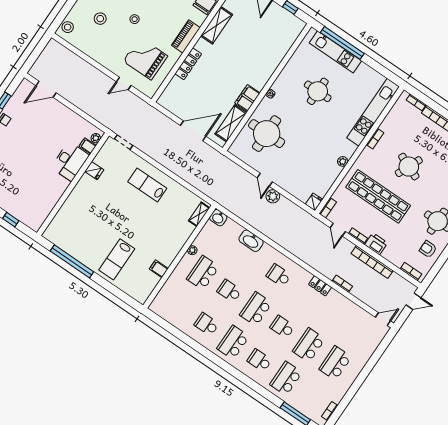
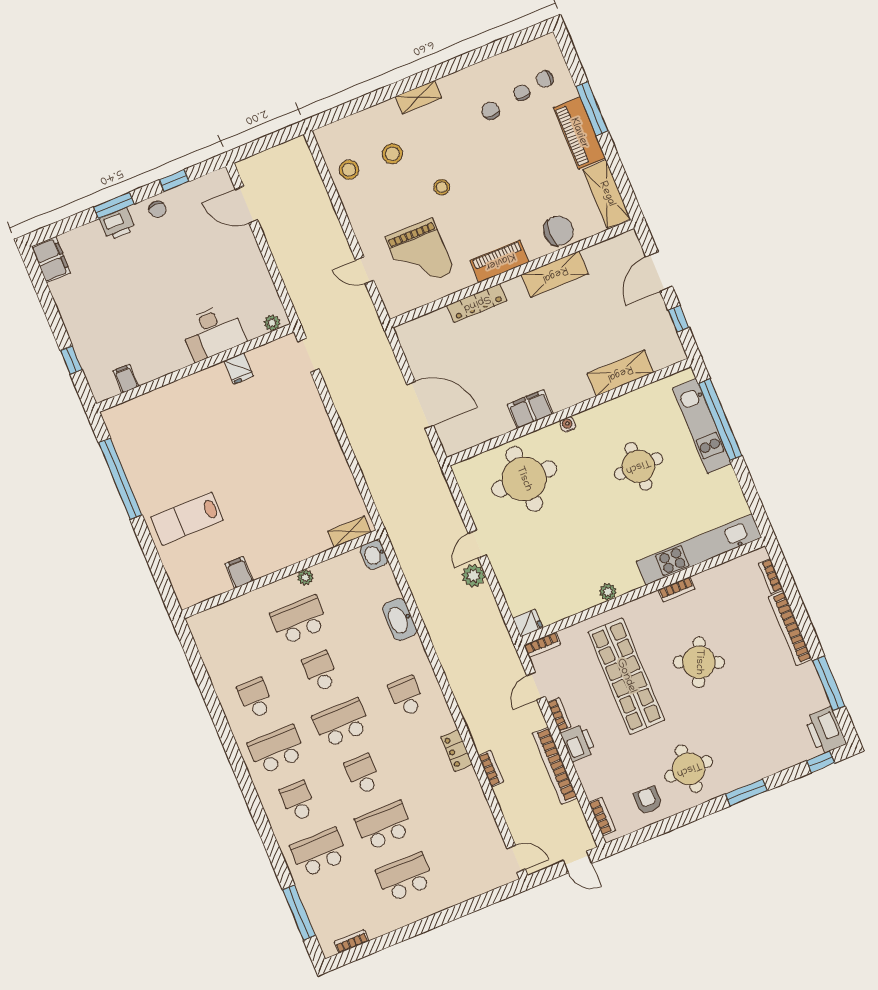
stool: (68, 27) -> (349, 170), moved
grand piano: (145, 58) -> (420, 254), turned 180
shelving: (231, 123) -> (620, 373), moved
filing cabinet: (88, 146) -> (126, 379), moved
lab bench: (147, 185) -> (302, 440), removed

